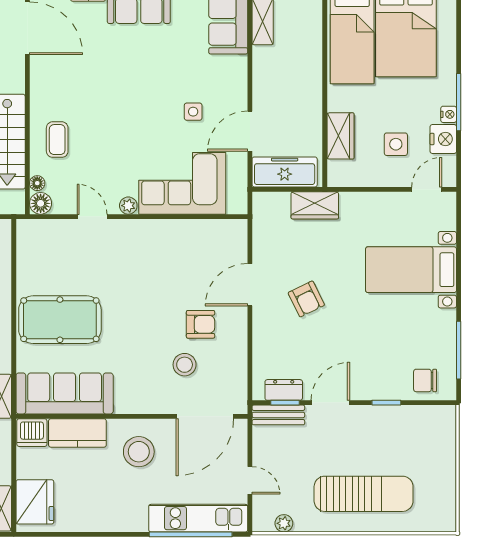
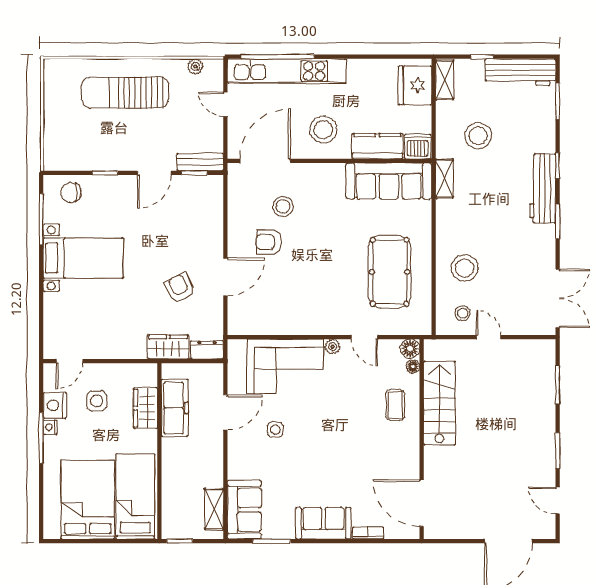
freezer: (285, 172) -> (175, 408), moved, turned -90
bed with nightstands: (411, 270) -> (83, 258), moved
armchair: (306, 299) -> (180, 288), moved
pool table: (60, 320) -> (390, 272), moved, turned 90
chair: (425, 380) -> (71, 192), turned 180
dresser: (284, 390) -> (207, 350), moved, turned 180
kitchen unit: (198, 518) -> (287, 71), width x1.36

